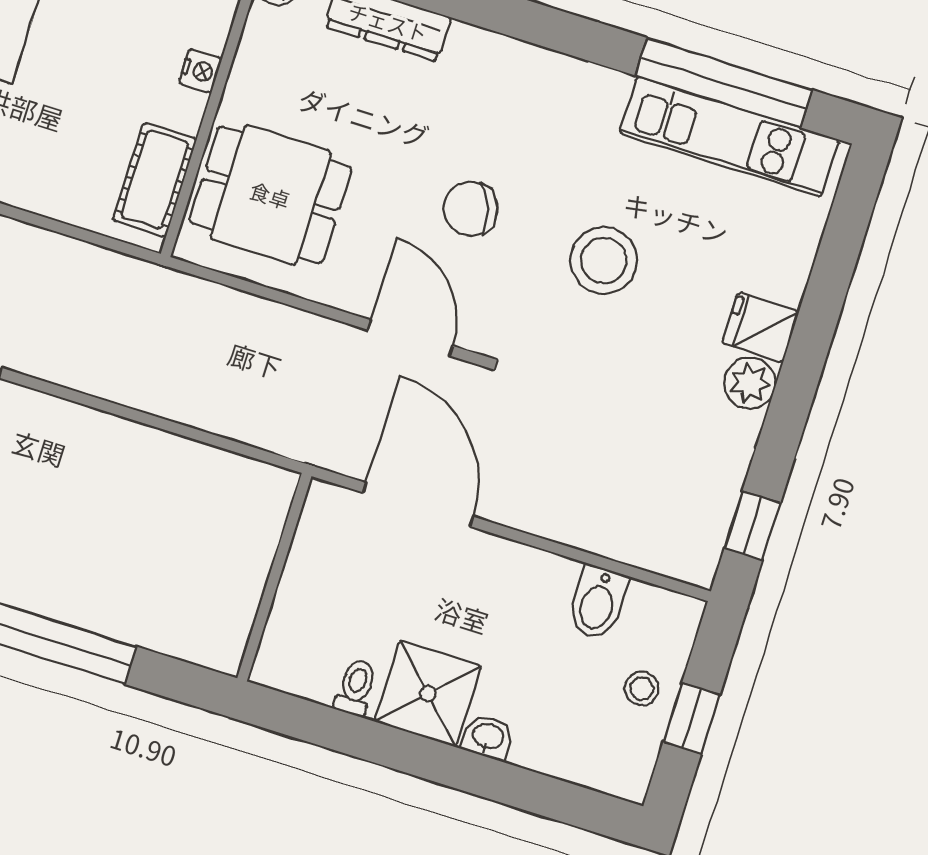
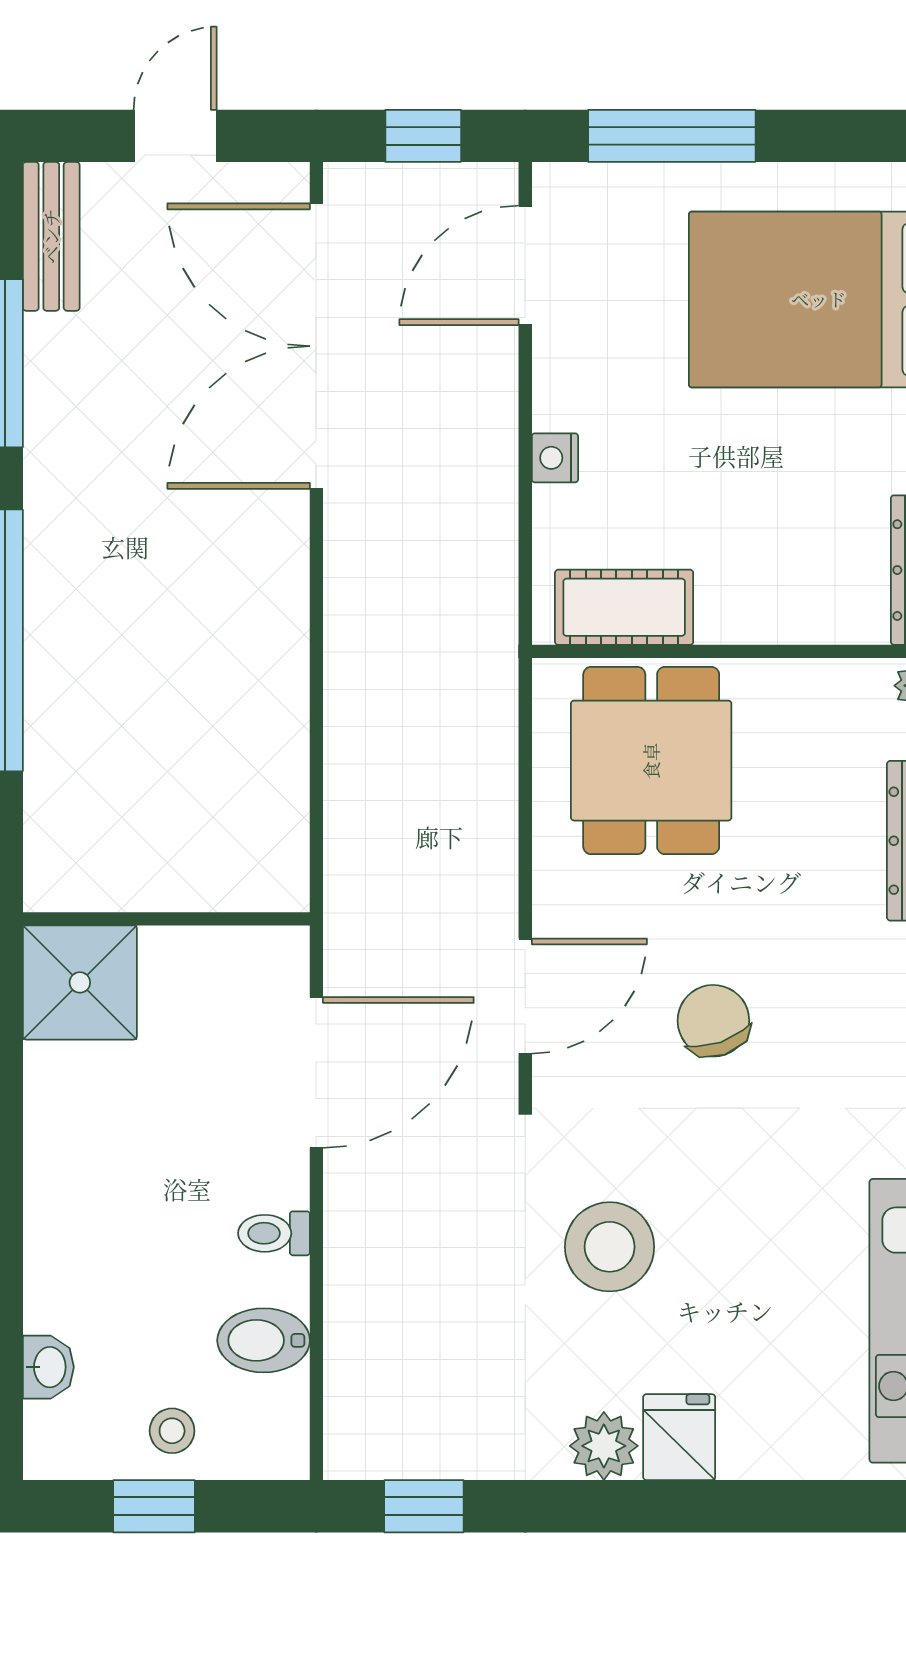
nightstand: (200, 71) -> (555, 458), moved, turned 90
stool: (604, 260) -> (610, 1247), moved
toilet: (356, 687) -> (274, 1233), moved, turned 180
shower: (428, 694) -> (80, 982), moved
washbasin: (488, 737) -> (48, 1367), moved

